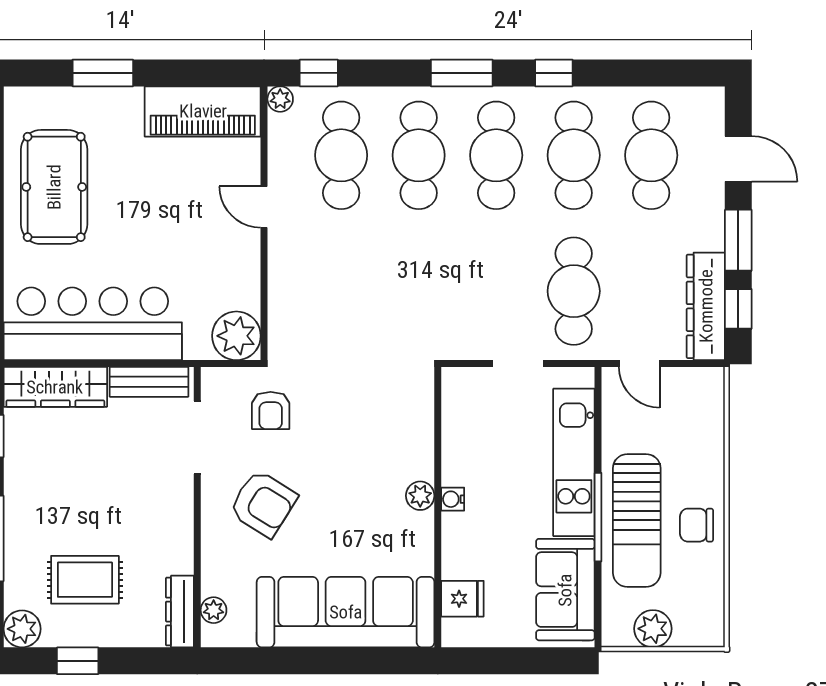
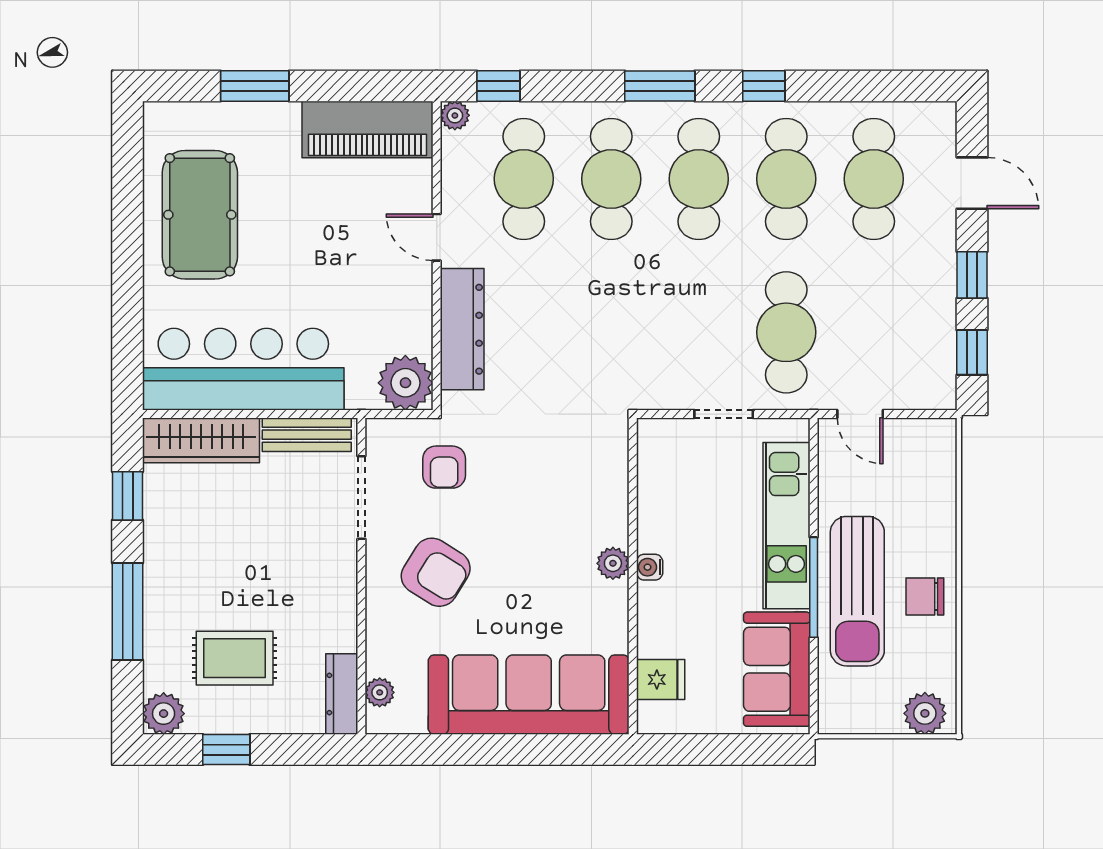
window: (738, 240) -> (972, 275), width x0.67
dresser: (706, 306) -> (462, 329), moved, turned 180
plant: (653, 629) -> (925, 713), moved

